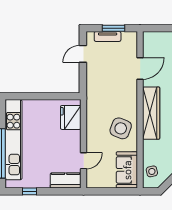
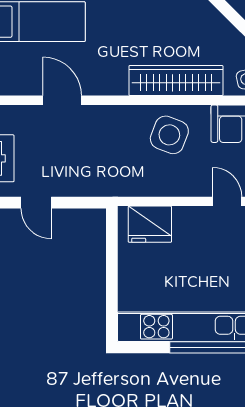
wardrobe: (151, 113) -> (176, 81), moved

